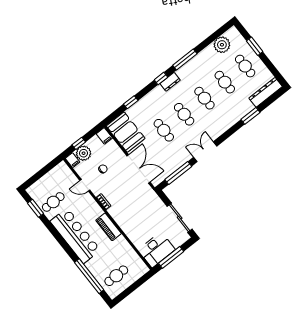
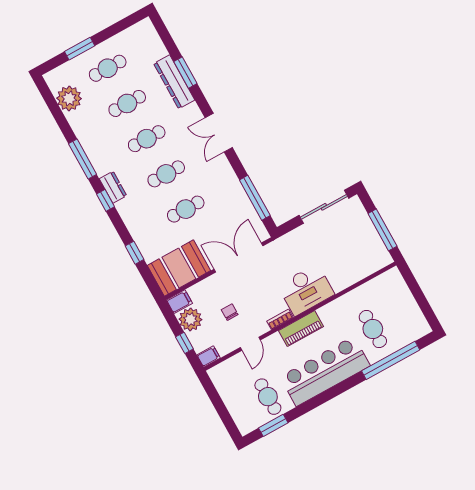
dresser: (266, 92) -> (174, 82), moved
double door: (205, 152) -> (219, 133), moved
plant: (84, 153) -> (190, 319), moved
piano: (109, 227) -> (301, 329), moved
desk: (157, 250) -> (306, 290), moved, turned 90
cafe table: (116, 276) -> (373, 329), moved

